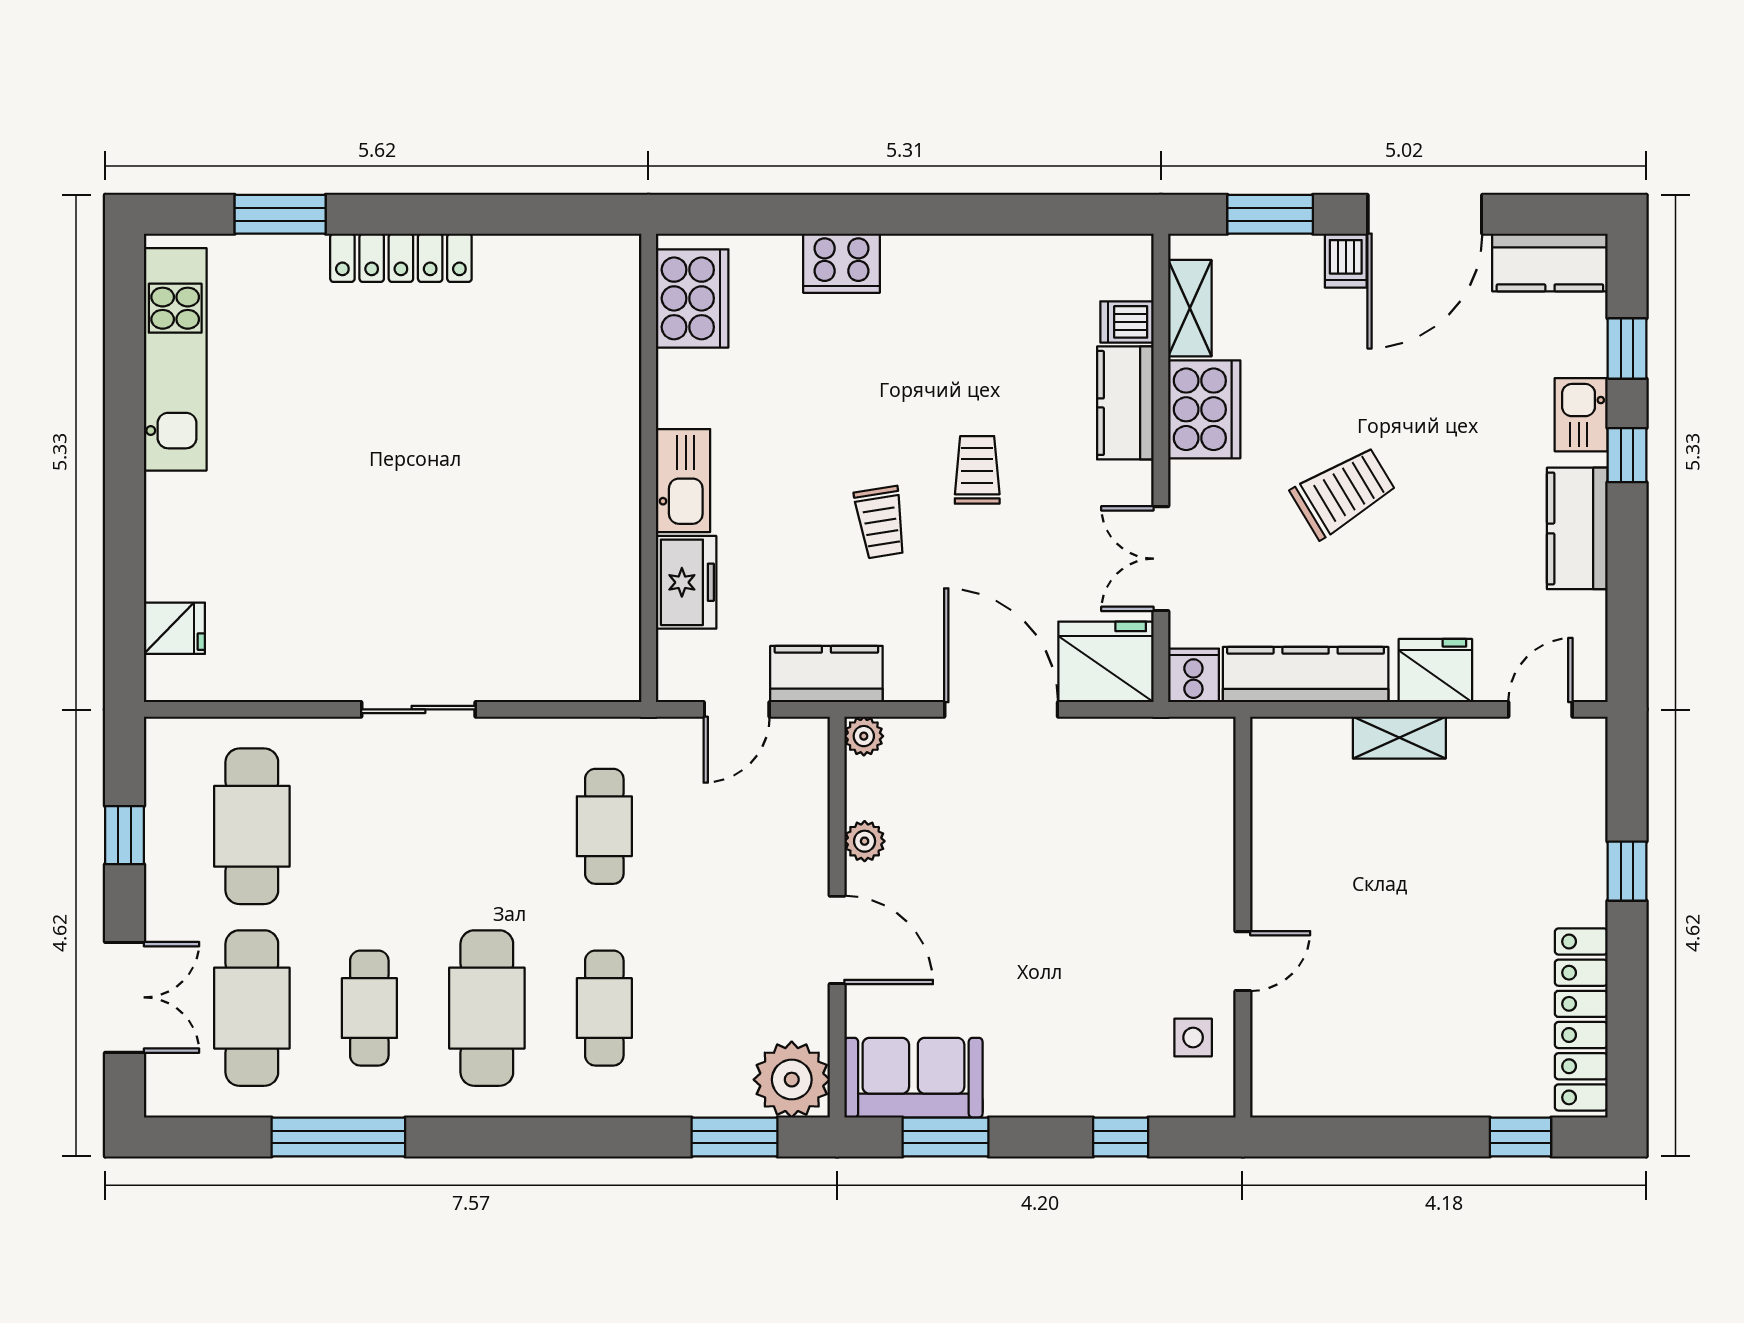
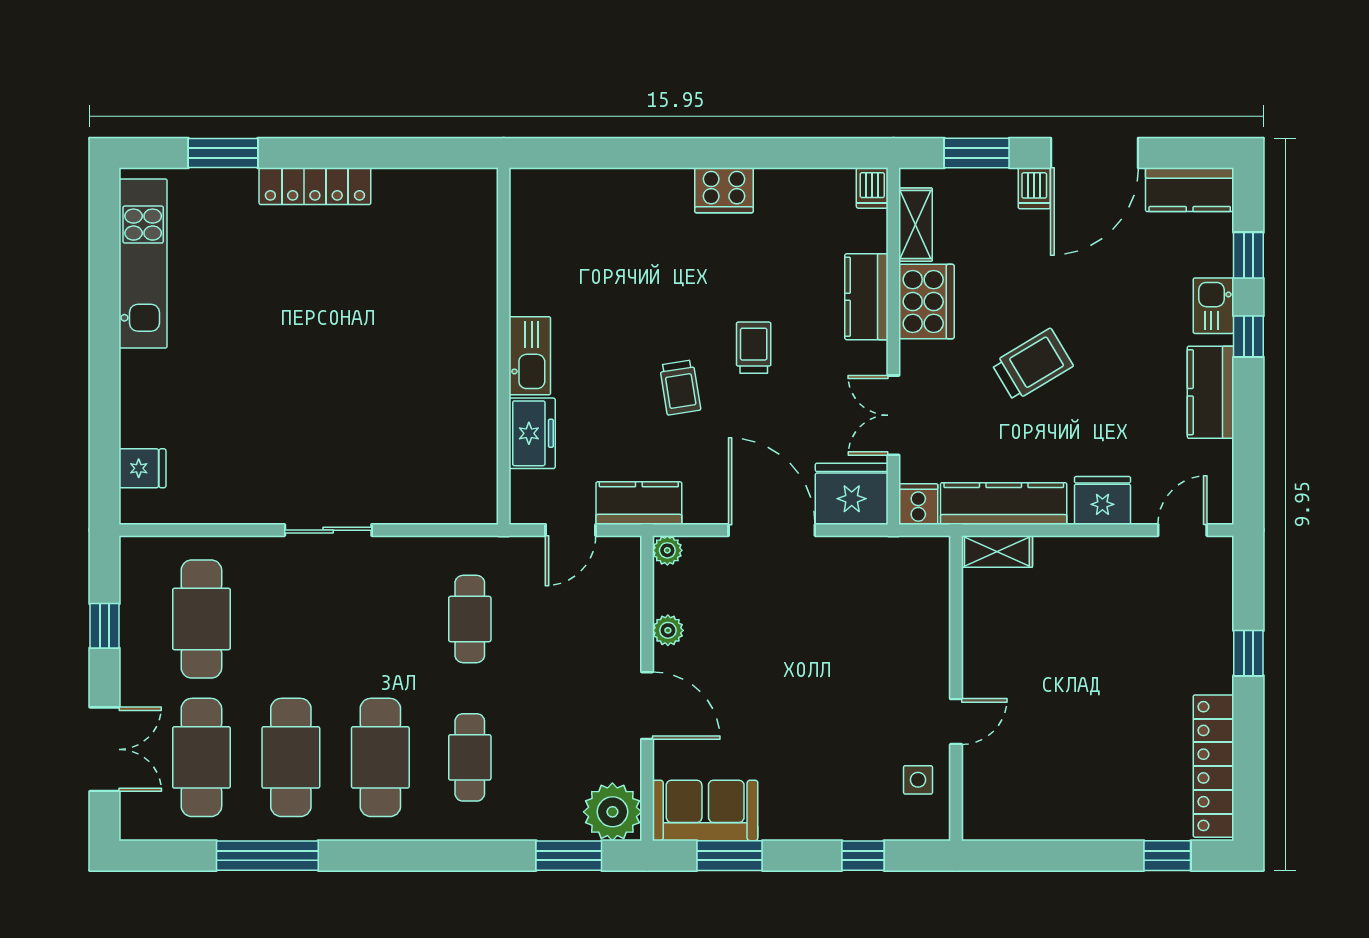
cooker: (842, 263) -> (724, 190), moved
cooker: (692, 298) -> (537, 217), removed
dishwasher: (1127, 322) -> (872, 188), moved, turned -90
shelving: (1399, 738) -> (997, 551), moved
cafe table: (369, 1008) -> (291, 757), width x1.37, depth x1.35

